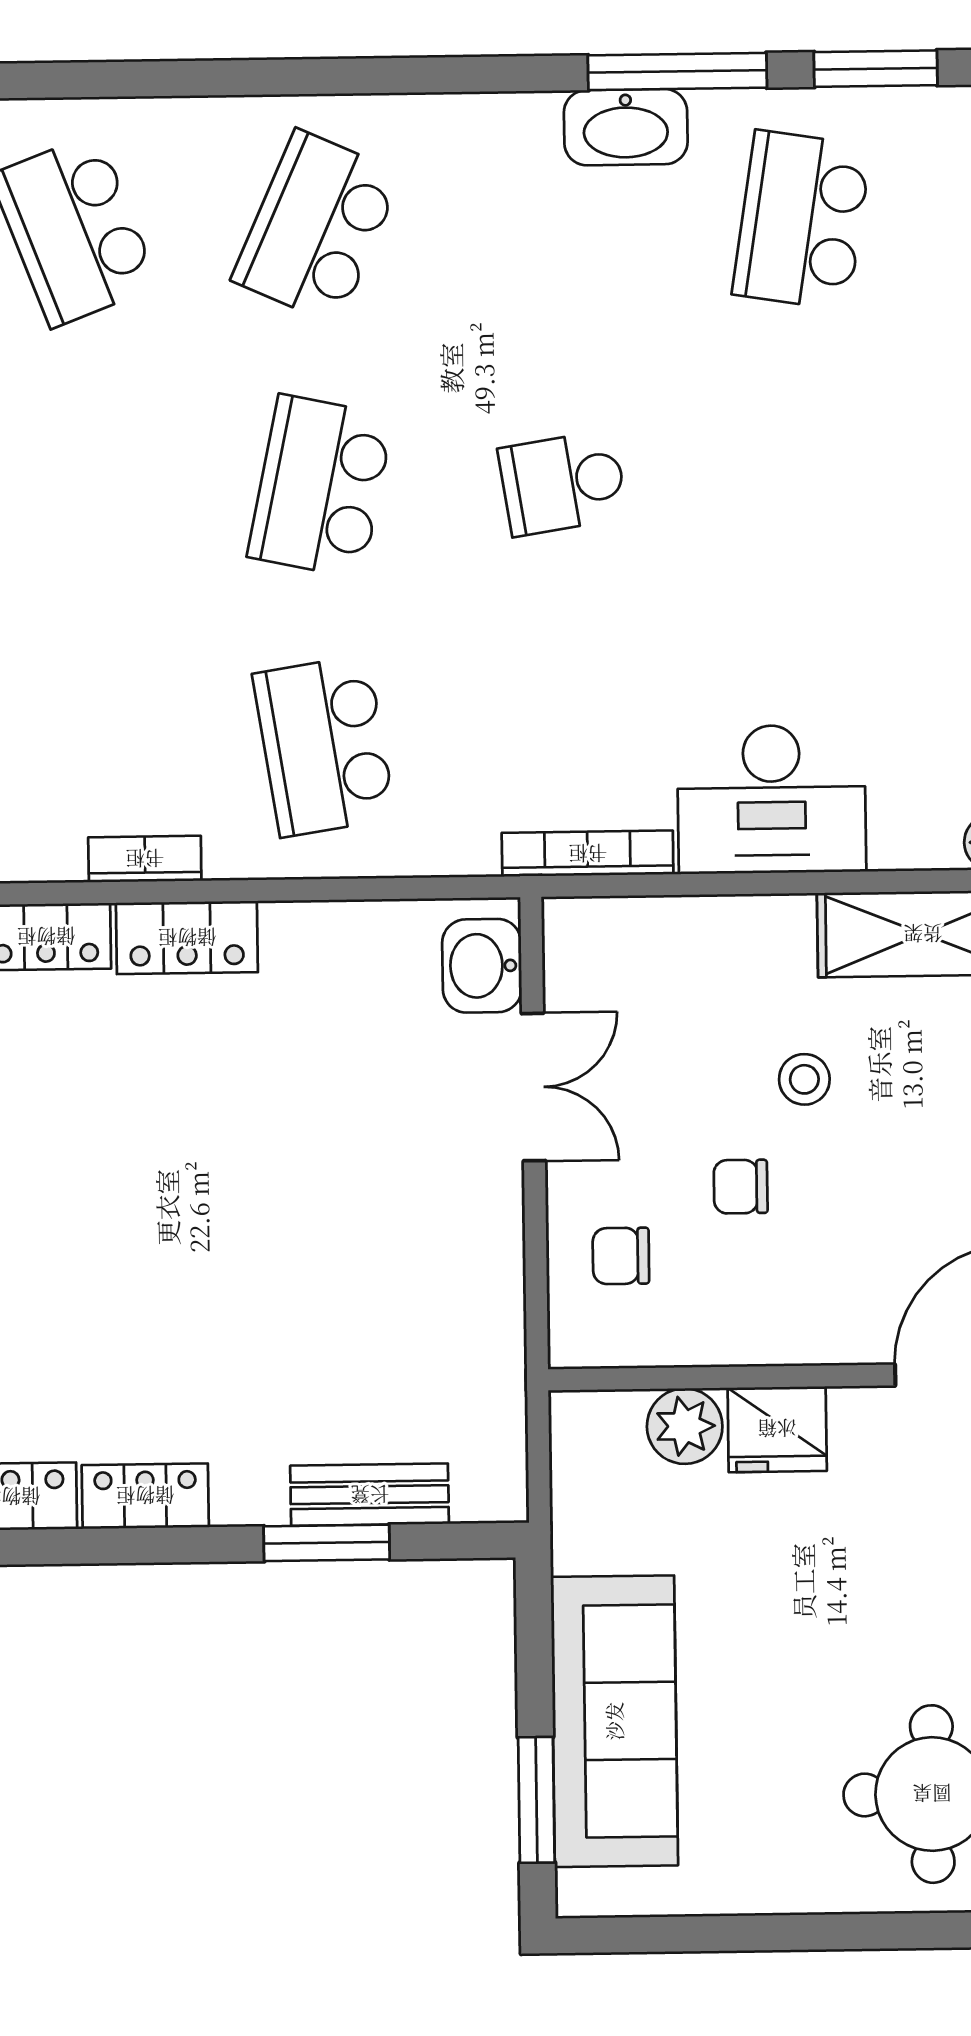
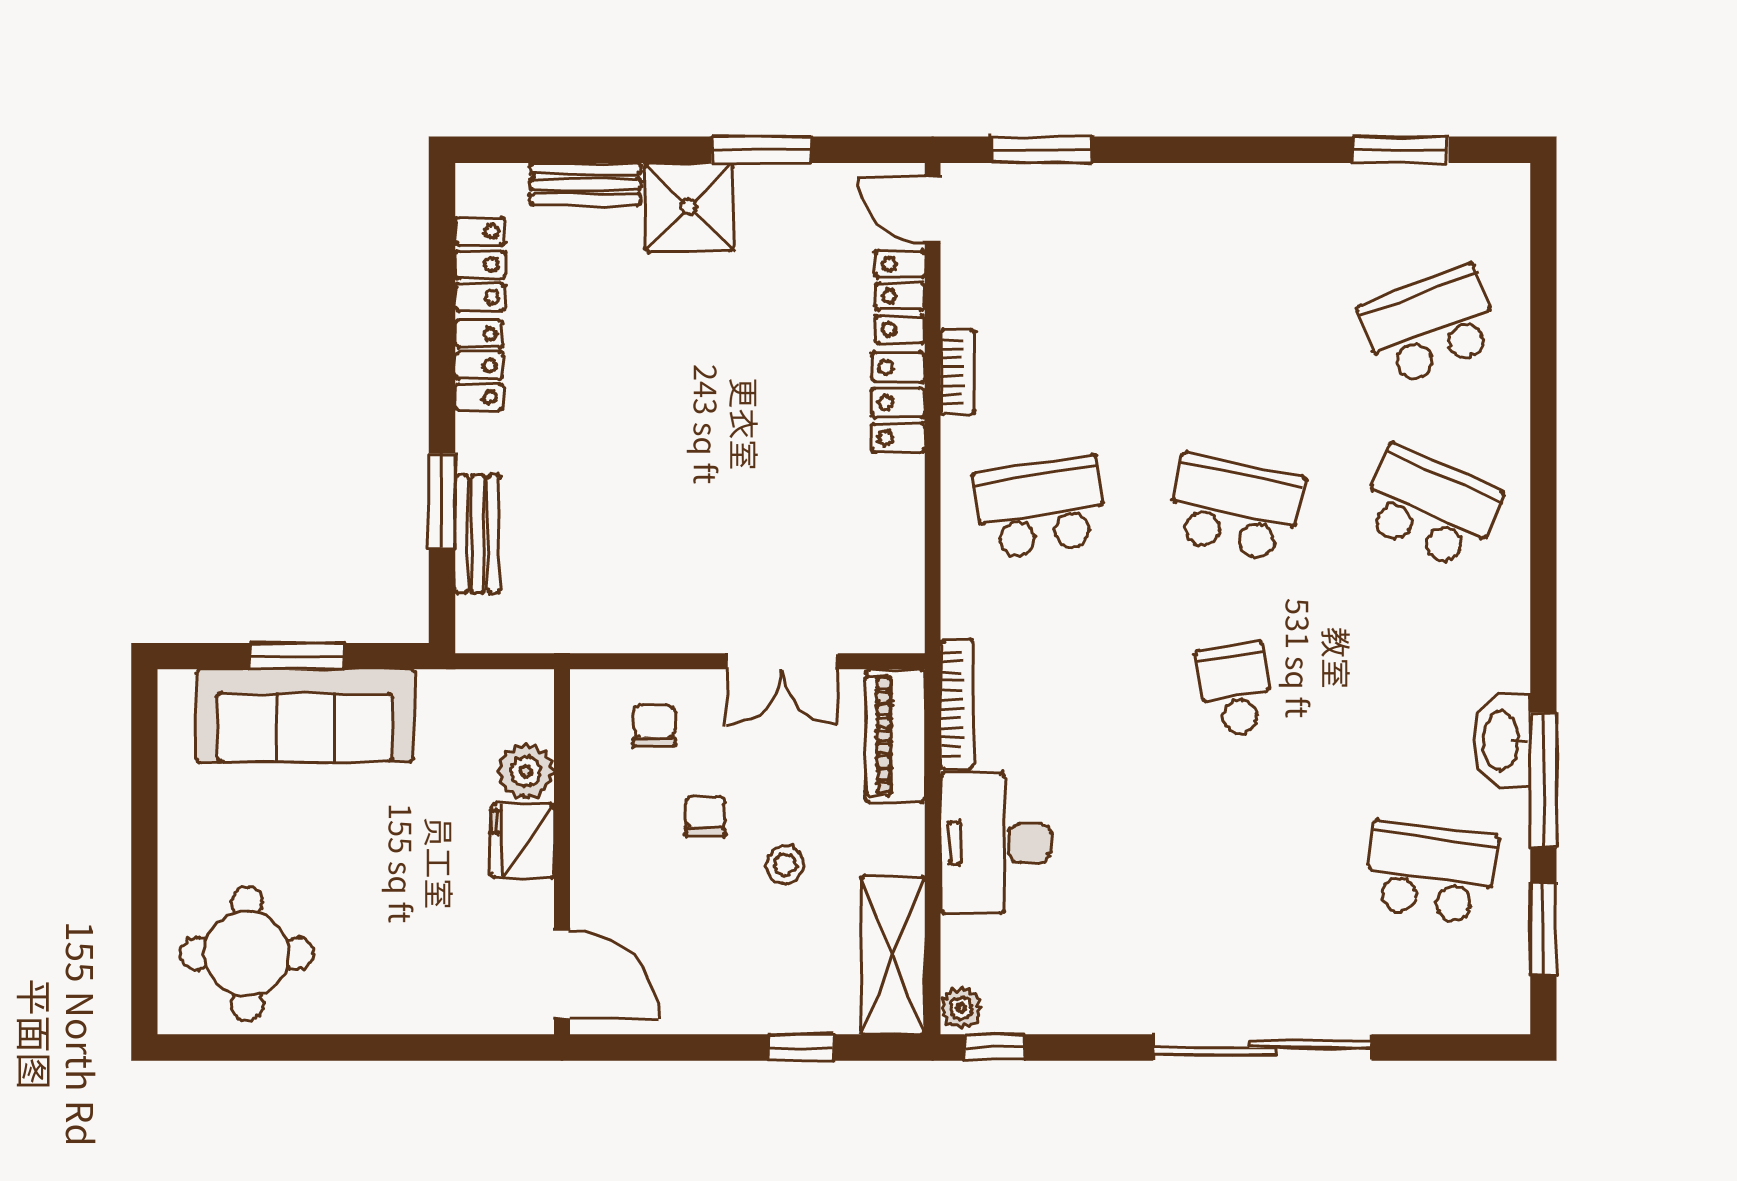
piano: (630, 935) -> (895, 736), added
washbasin: (482, 966) -> (874, 624), removed
window: (536, 1800) -> (296, 656), moved

